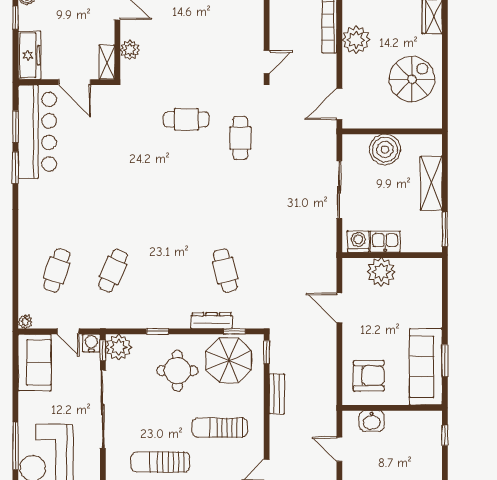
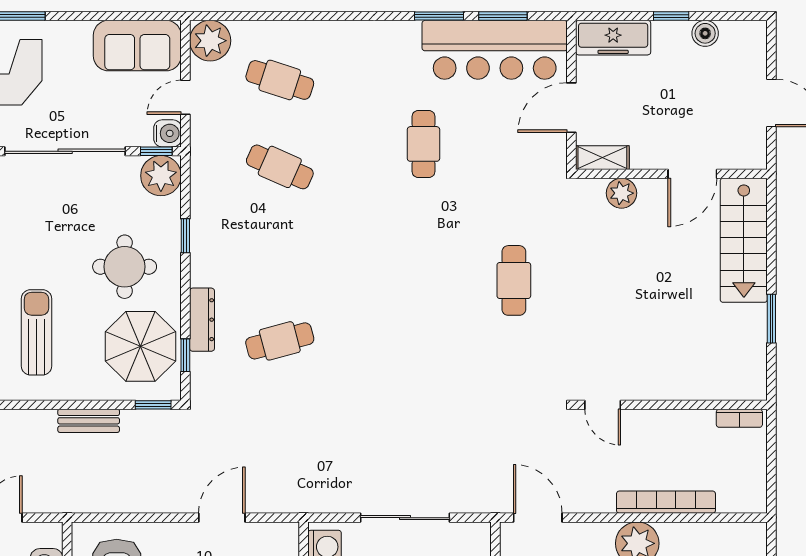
cafe table: (240, 138) -> (423, 144), moved, turned 90
plant: (25, 322) -> (210, 41), width x1.88, depth x1.88

